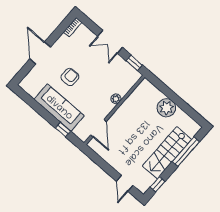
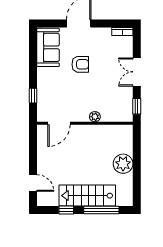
sofa: (59, 108) -> (48, 47), moved, width x0.73
door: (125, 183) -> (33, 183), swing flipped
window: (158, 184) -> (66, 210), moved

